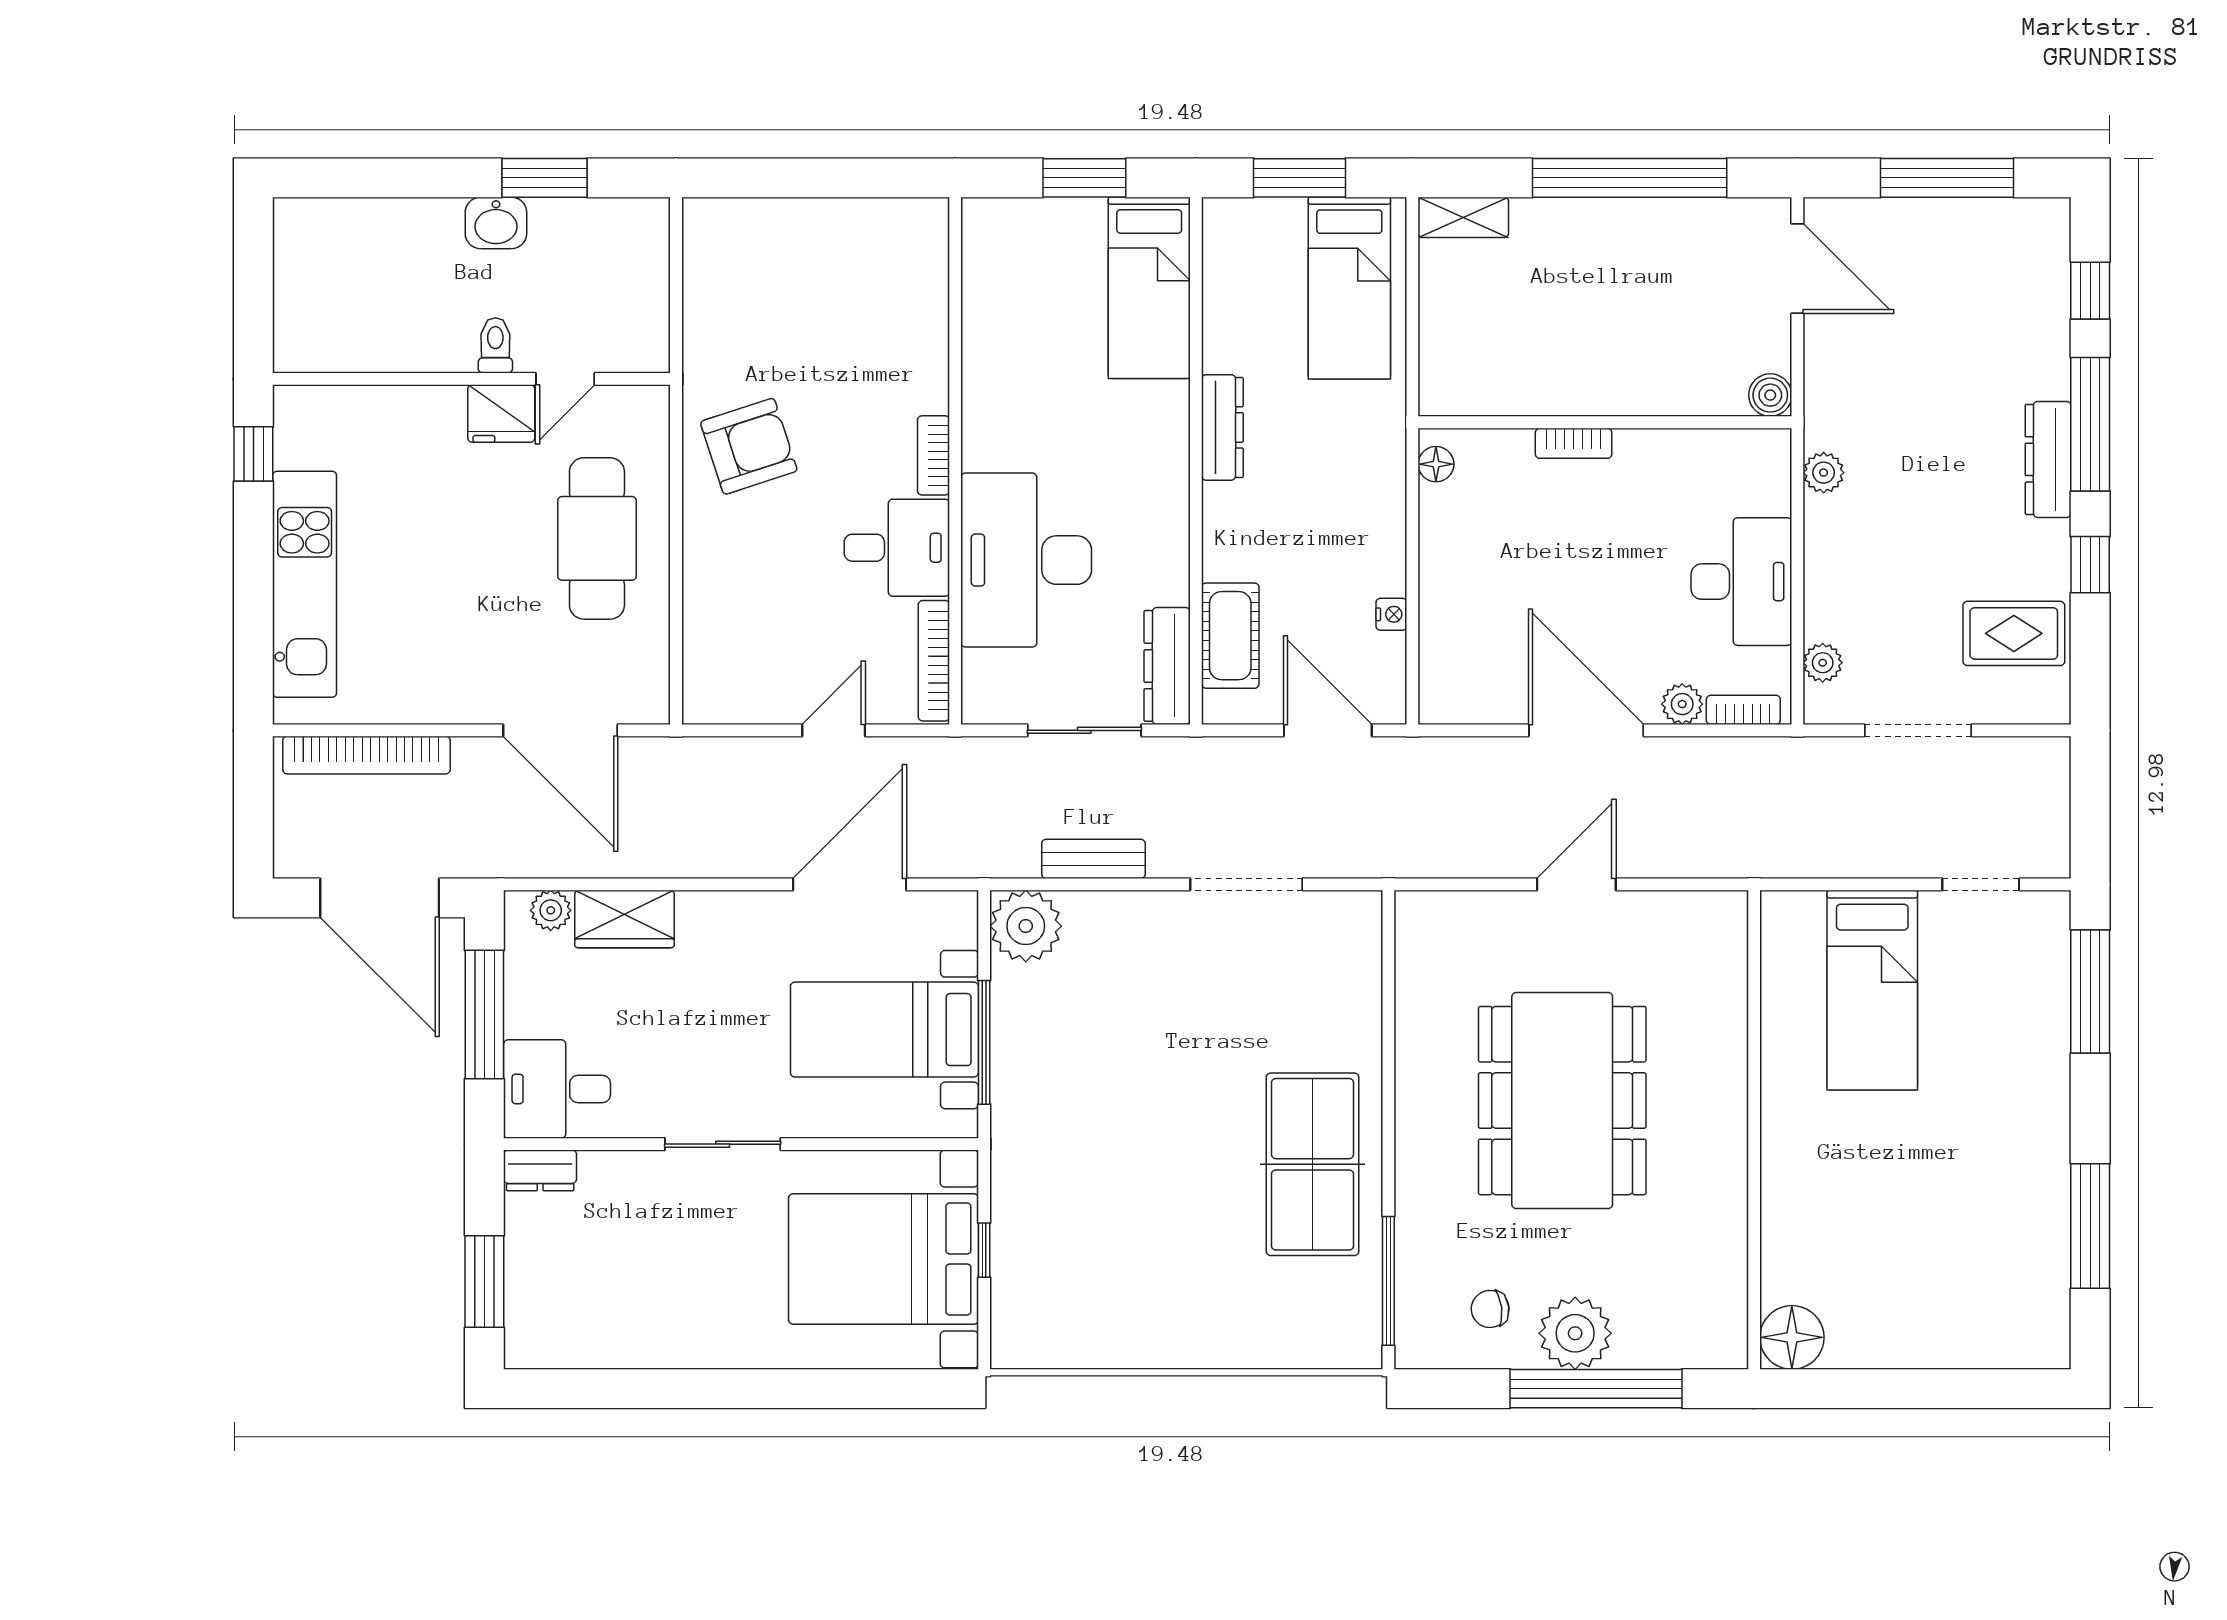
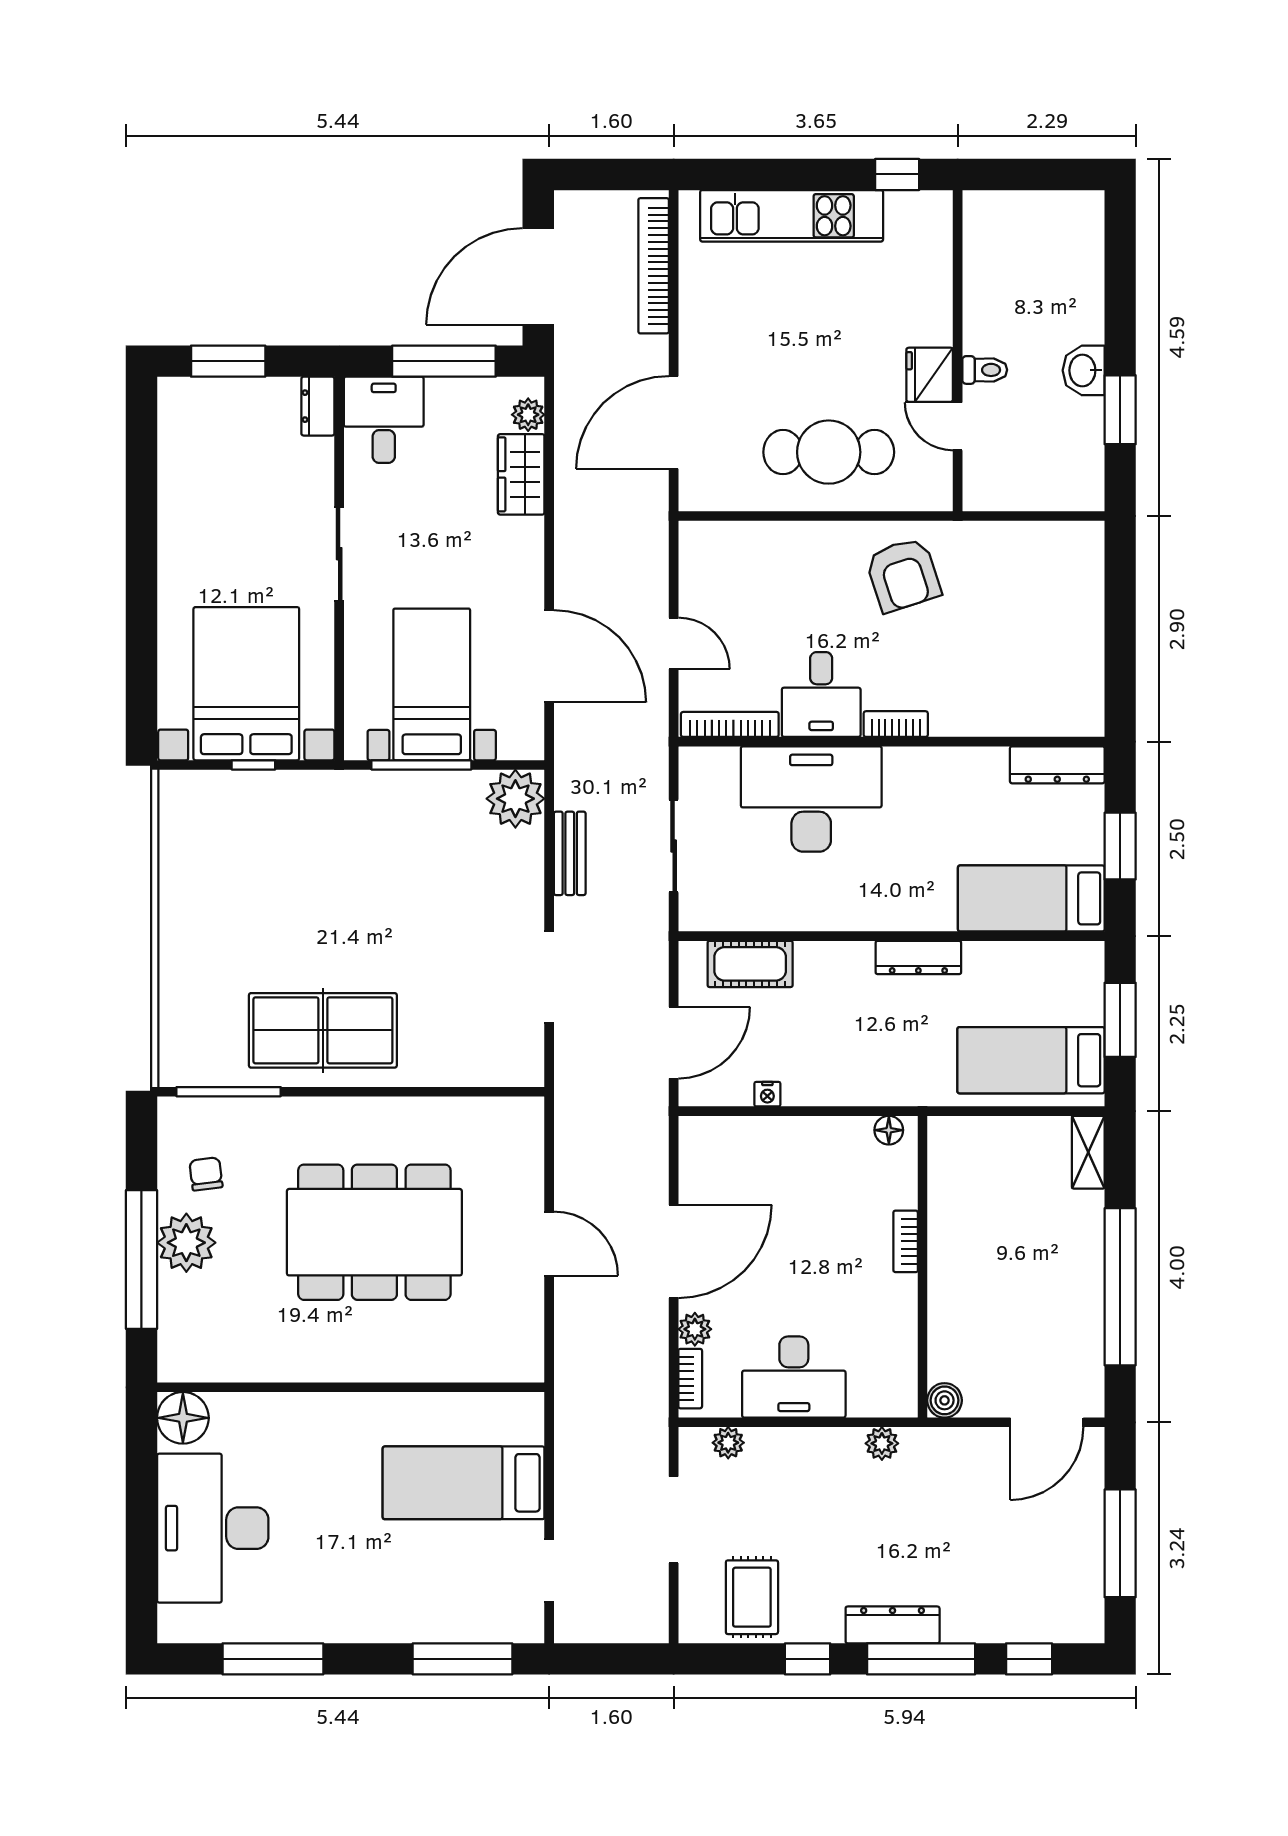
dresser: (1167, 666) -> (1057, 765), moved, turned 180
desk: (1928, 1301) -> (213, 1528), added

